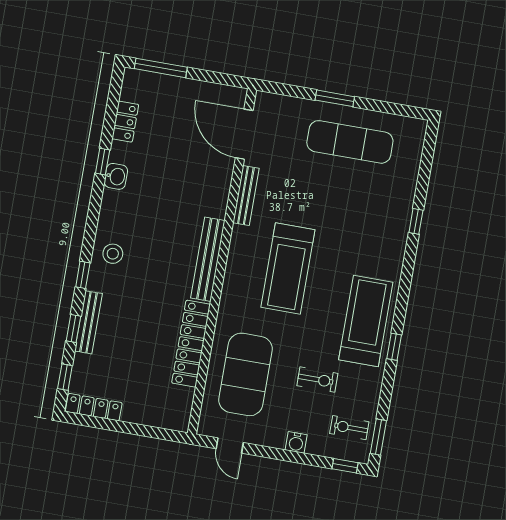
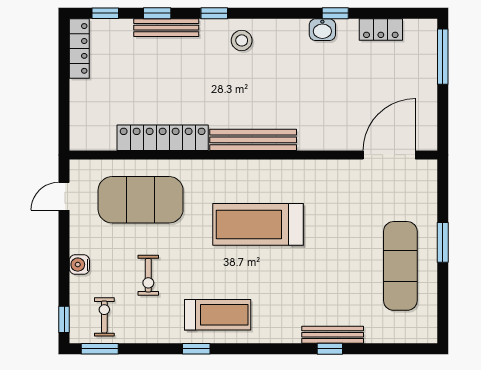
bench: (246, 196) -> (333, 335), moved
treadmill: (366, 321) -> (218, 315), width x0.73, depth x0.73

